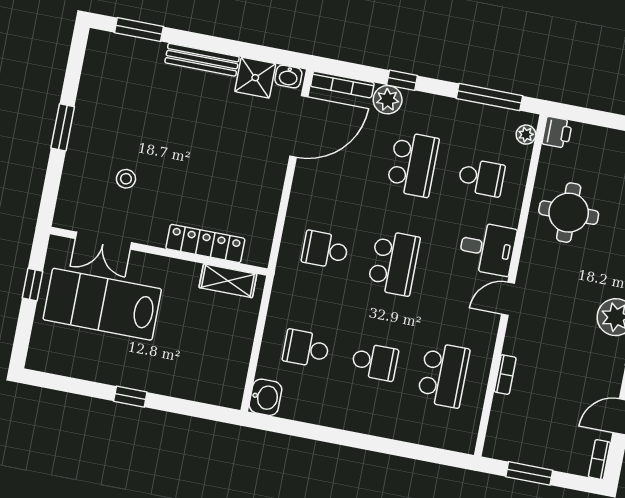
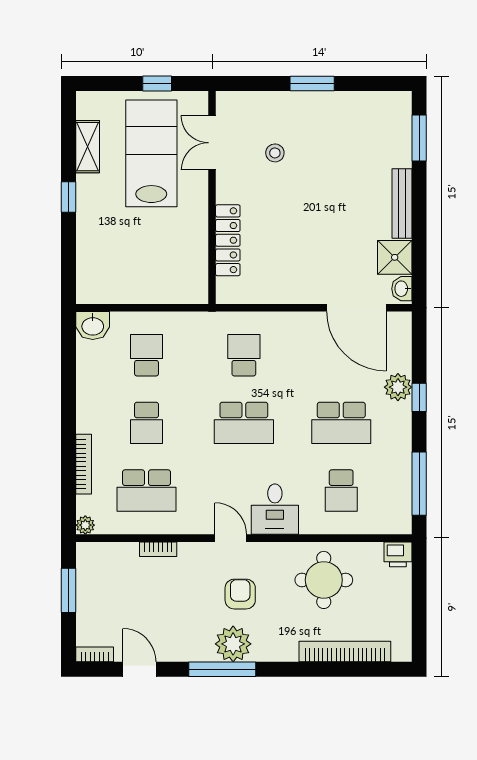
bookcase: (342, 85) -> (84, 464), moved, turned 180
plant: (526, 135) -> (85, 525), moved
shelving: (228, 281) -> (88, 147), moved
armchair: (567, 300) -> (240, 594), added

